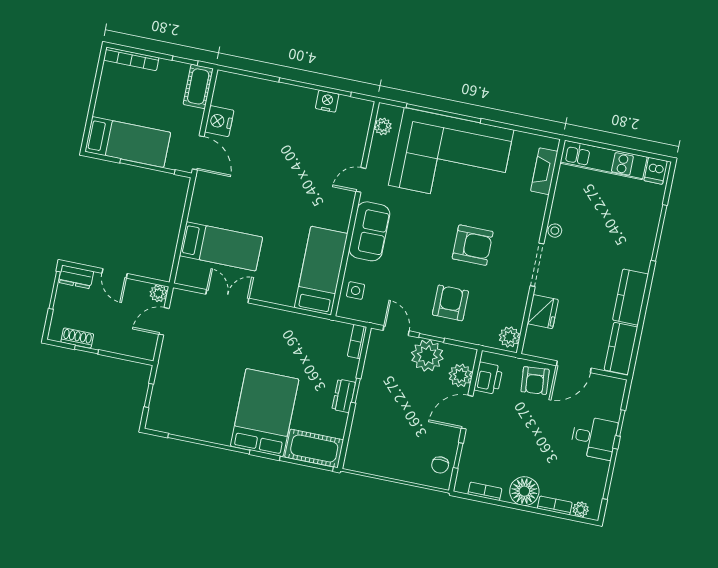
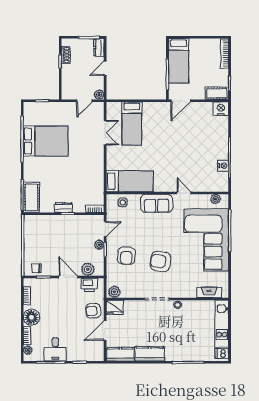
nightstand: (219, 121) -> (221, 109), moved
armchair: (473, 245) -> (161, 261), turned 98
armchair: (450, 303) -> (126, 256), turned 93
fridge: (543, 312) -> (115, 307), moved
door: (164, 321) -> (84, 101), swing flipped
plant: (427, 356) -> (99, 245), width x0.53, depth x0.53
door: (574, 367) -> (105, 330), hinge flipped
bed: (265, 413) -> (46, 141), moved
desk: (594, 438) -> (55, 349), moved

